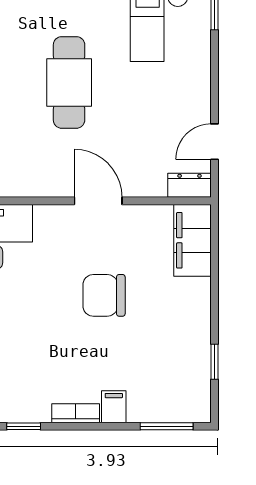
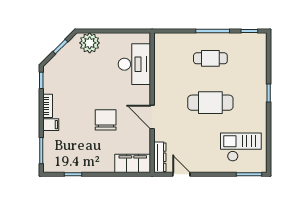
dresser: (190, 185) -> (160, 157), width x1.44
door: (98, 201) -> (152, 117), swing flipped

